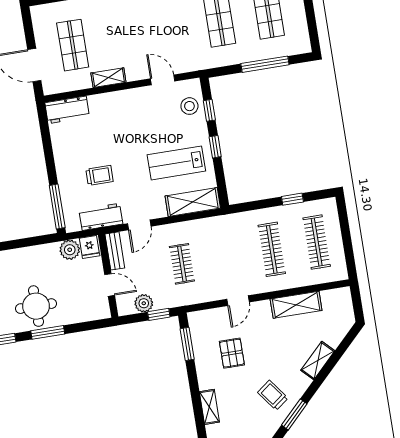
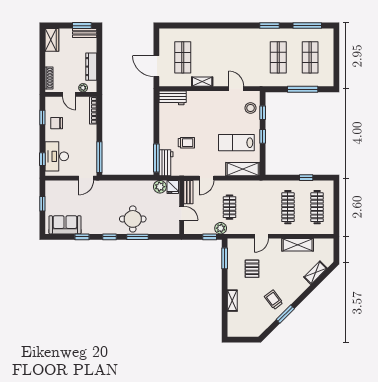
workbench: (101, 217) -> (166, 163), moved, turned 90
plant: (144, 303) -> (221, 228), moved
shelving: (318, 361) -> (315, 273), moved

